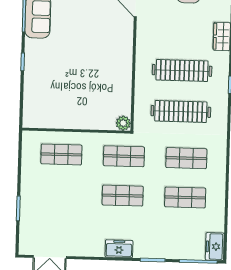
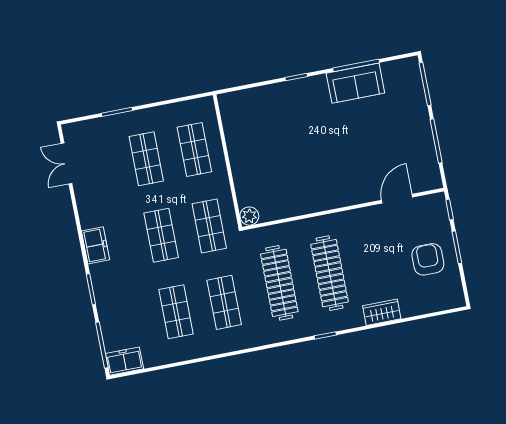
shop shelf: (60, 194) -> (146, 159), added

